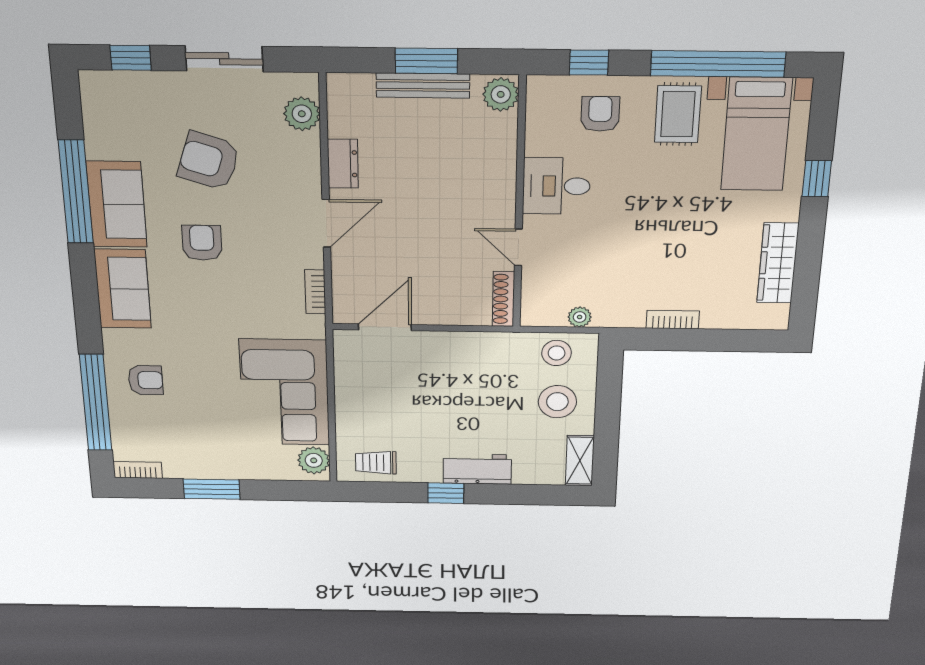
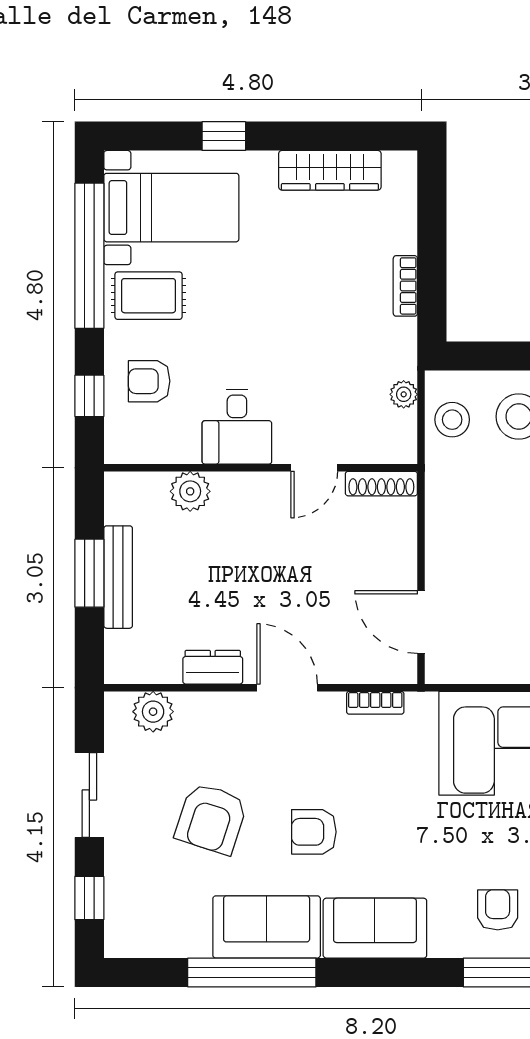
plant: (501, 94) -> (190, 491), moved

